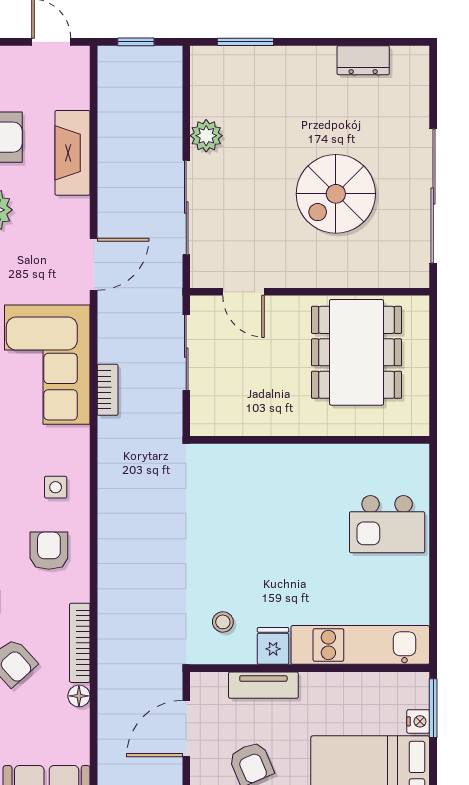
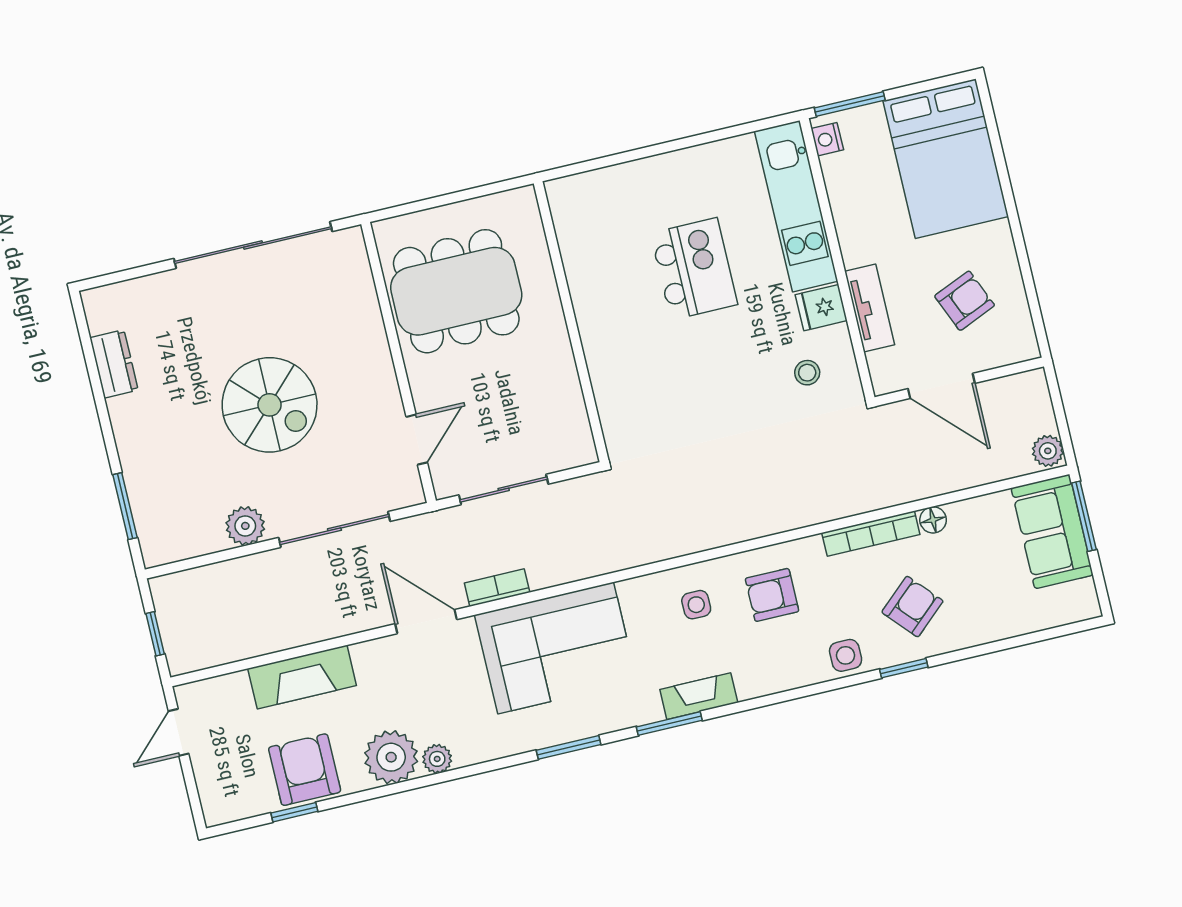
spiral stairs: (336, 194) -> (270, 405), moved
bookcase: (108, 390) -> (497, 588), moved
kitchen island: (387, 524) -> (694, 269), moved
nightstand: (418, 721) -> (827, 139), moved, turned -90

